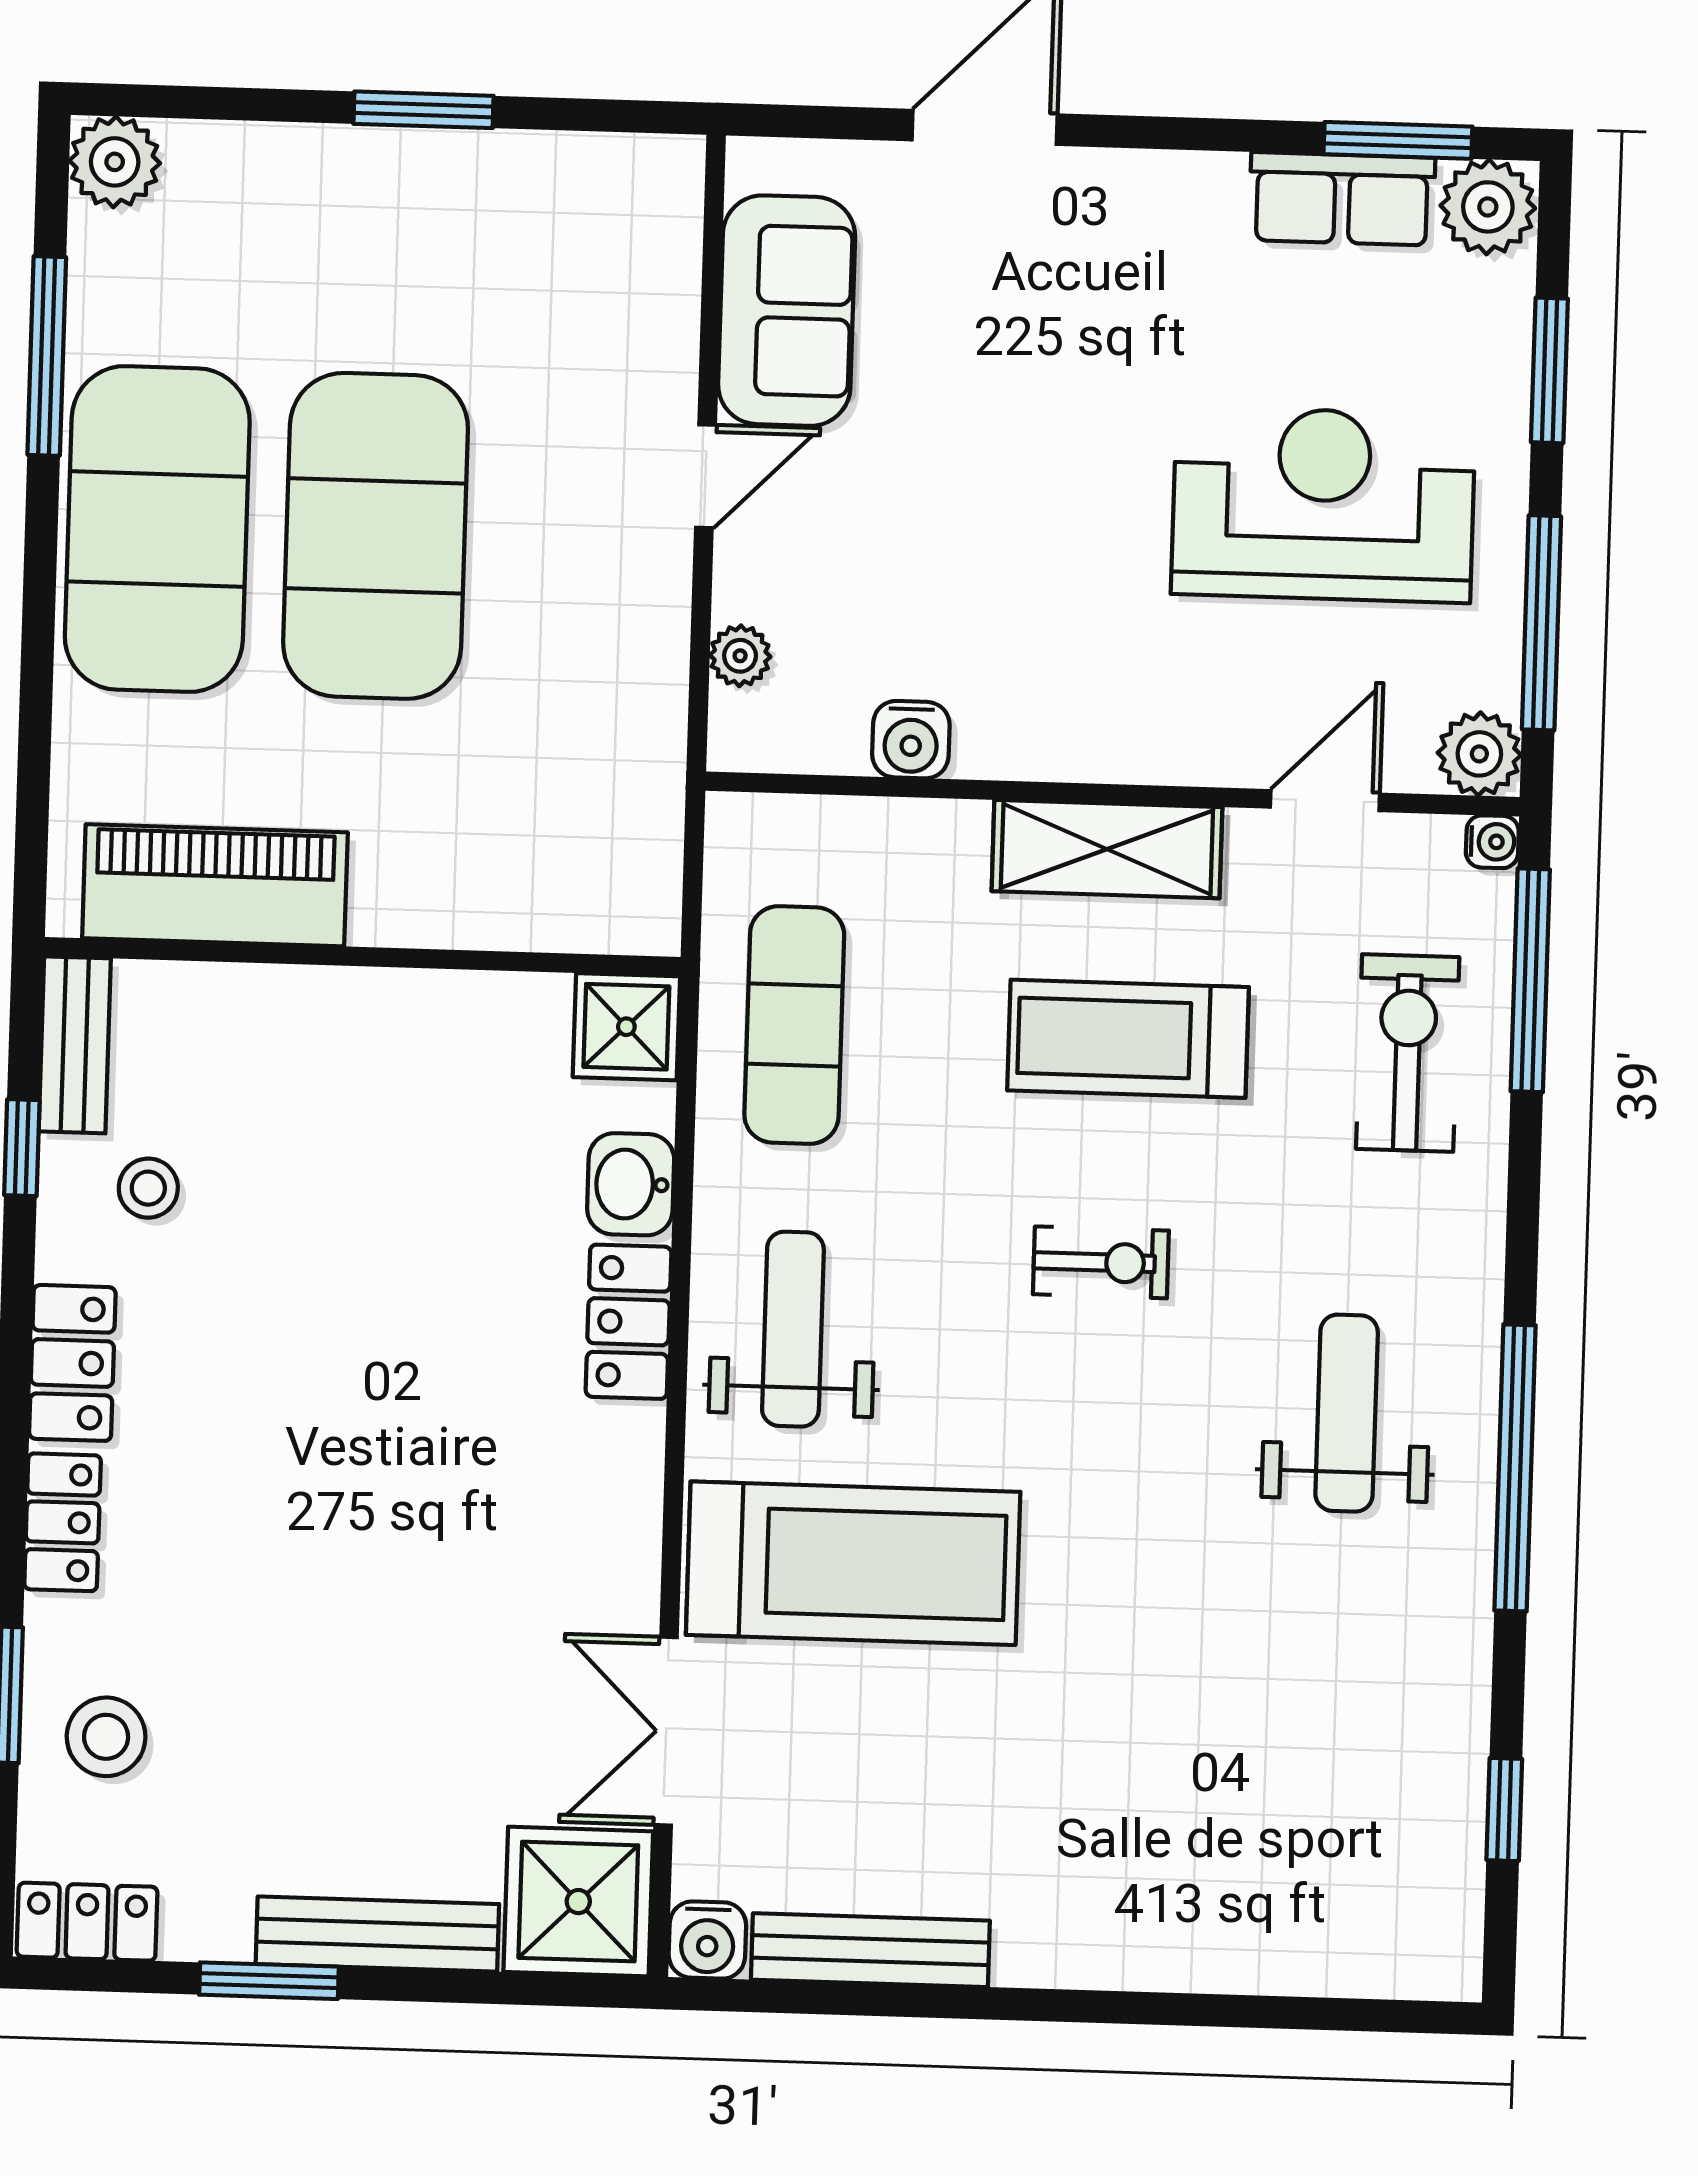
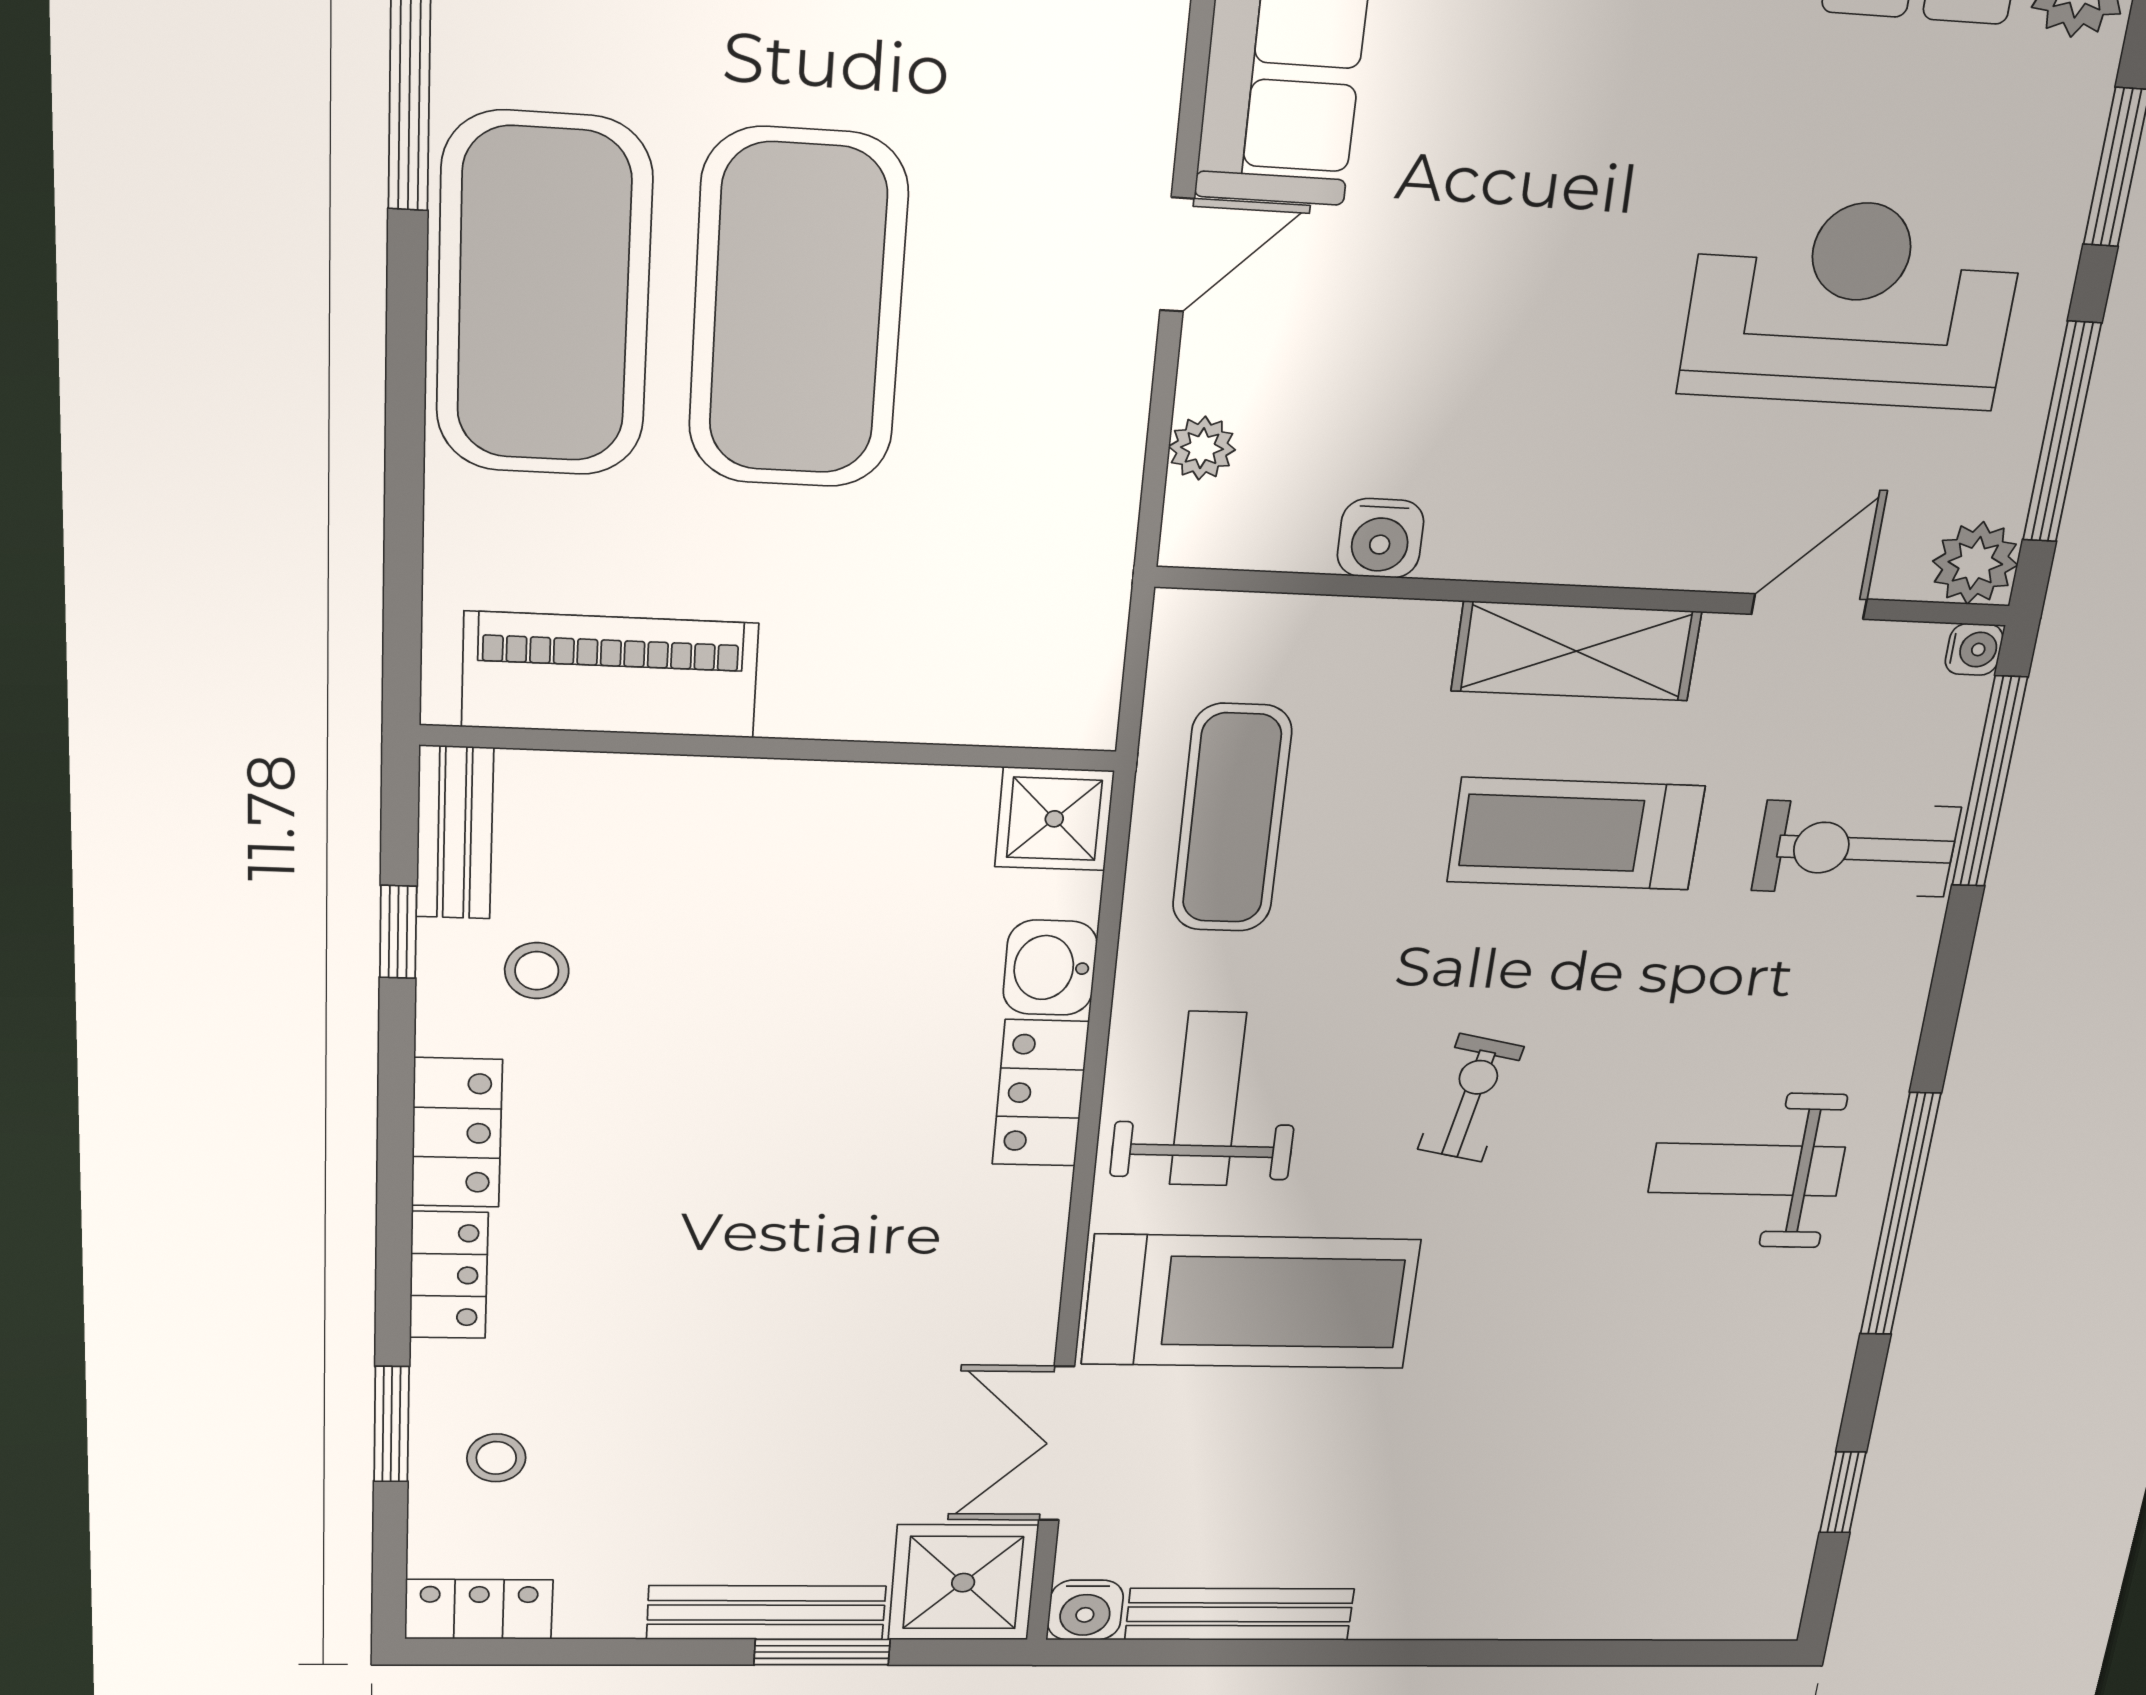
exercise bike: (1408, 1053) -> (1856, 849), turned -90
exercise bike: (1101, 1262) -> (1471, 1098), moved, turned -79
weight bench: (1347, 1413) -> (1747, 1170), turned -90
stool: (106, 1737) -> (496, 1458), width x0.73, depth x0.73
window: (269, 1981) -> (822, 1652), moved

